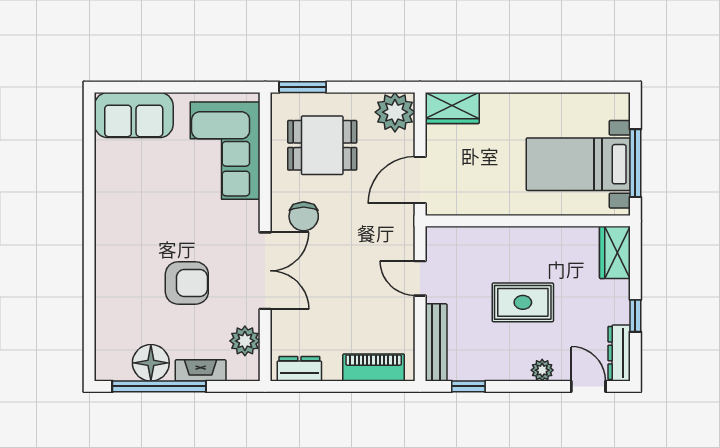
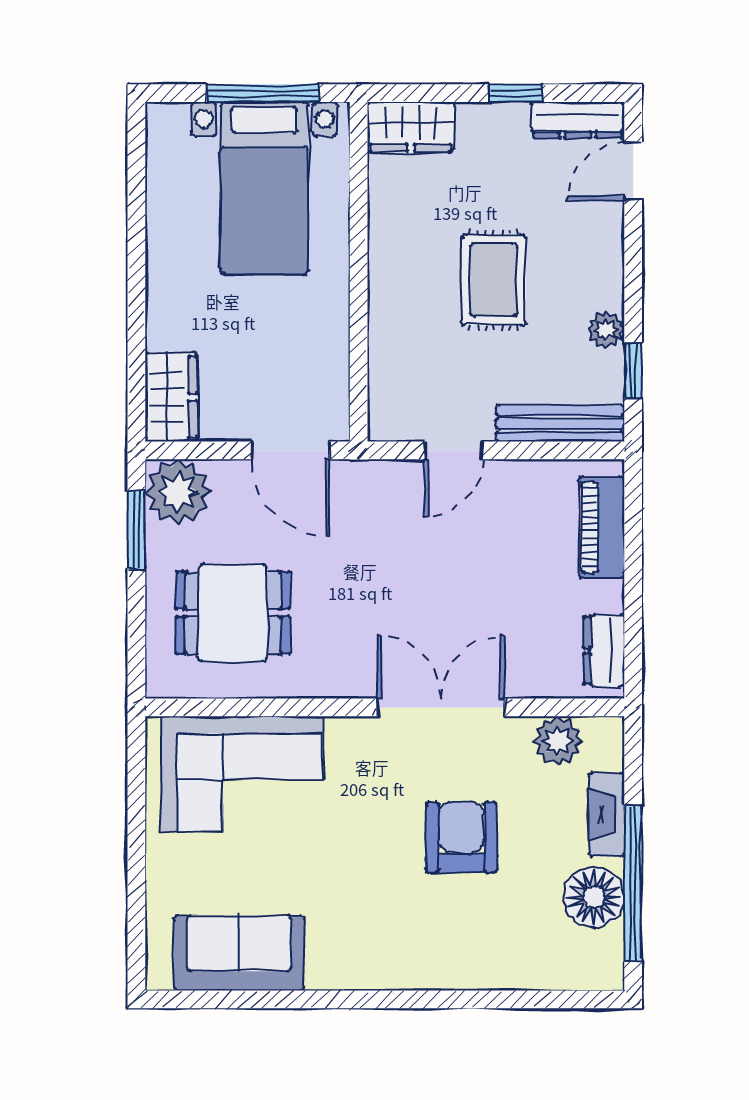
window: (303, 87) -> (136, 530), moved
sofa: (134, 115) -> (239, 953), moved, turned -90
dining table: (322, 145) -> (233, 613), turned 90
chair: (304, 216) -> (351, 644), removed
plant: (542, 370) -> (606, 330), moved

